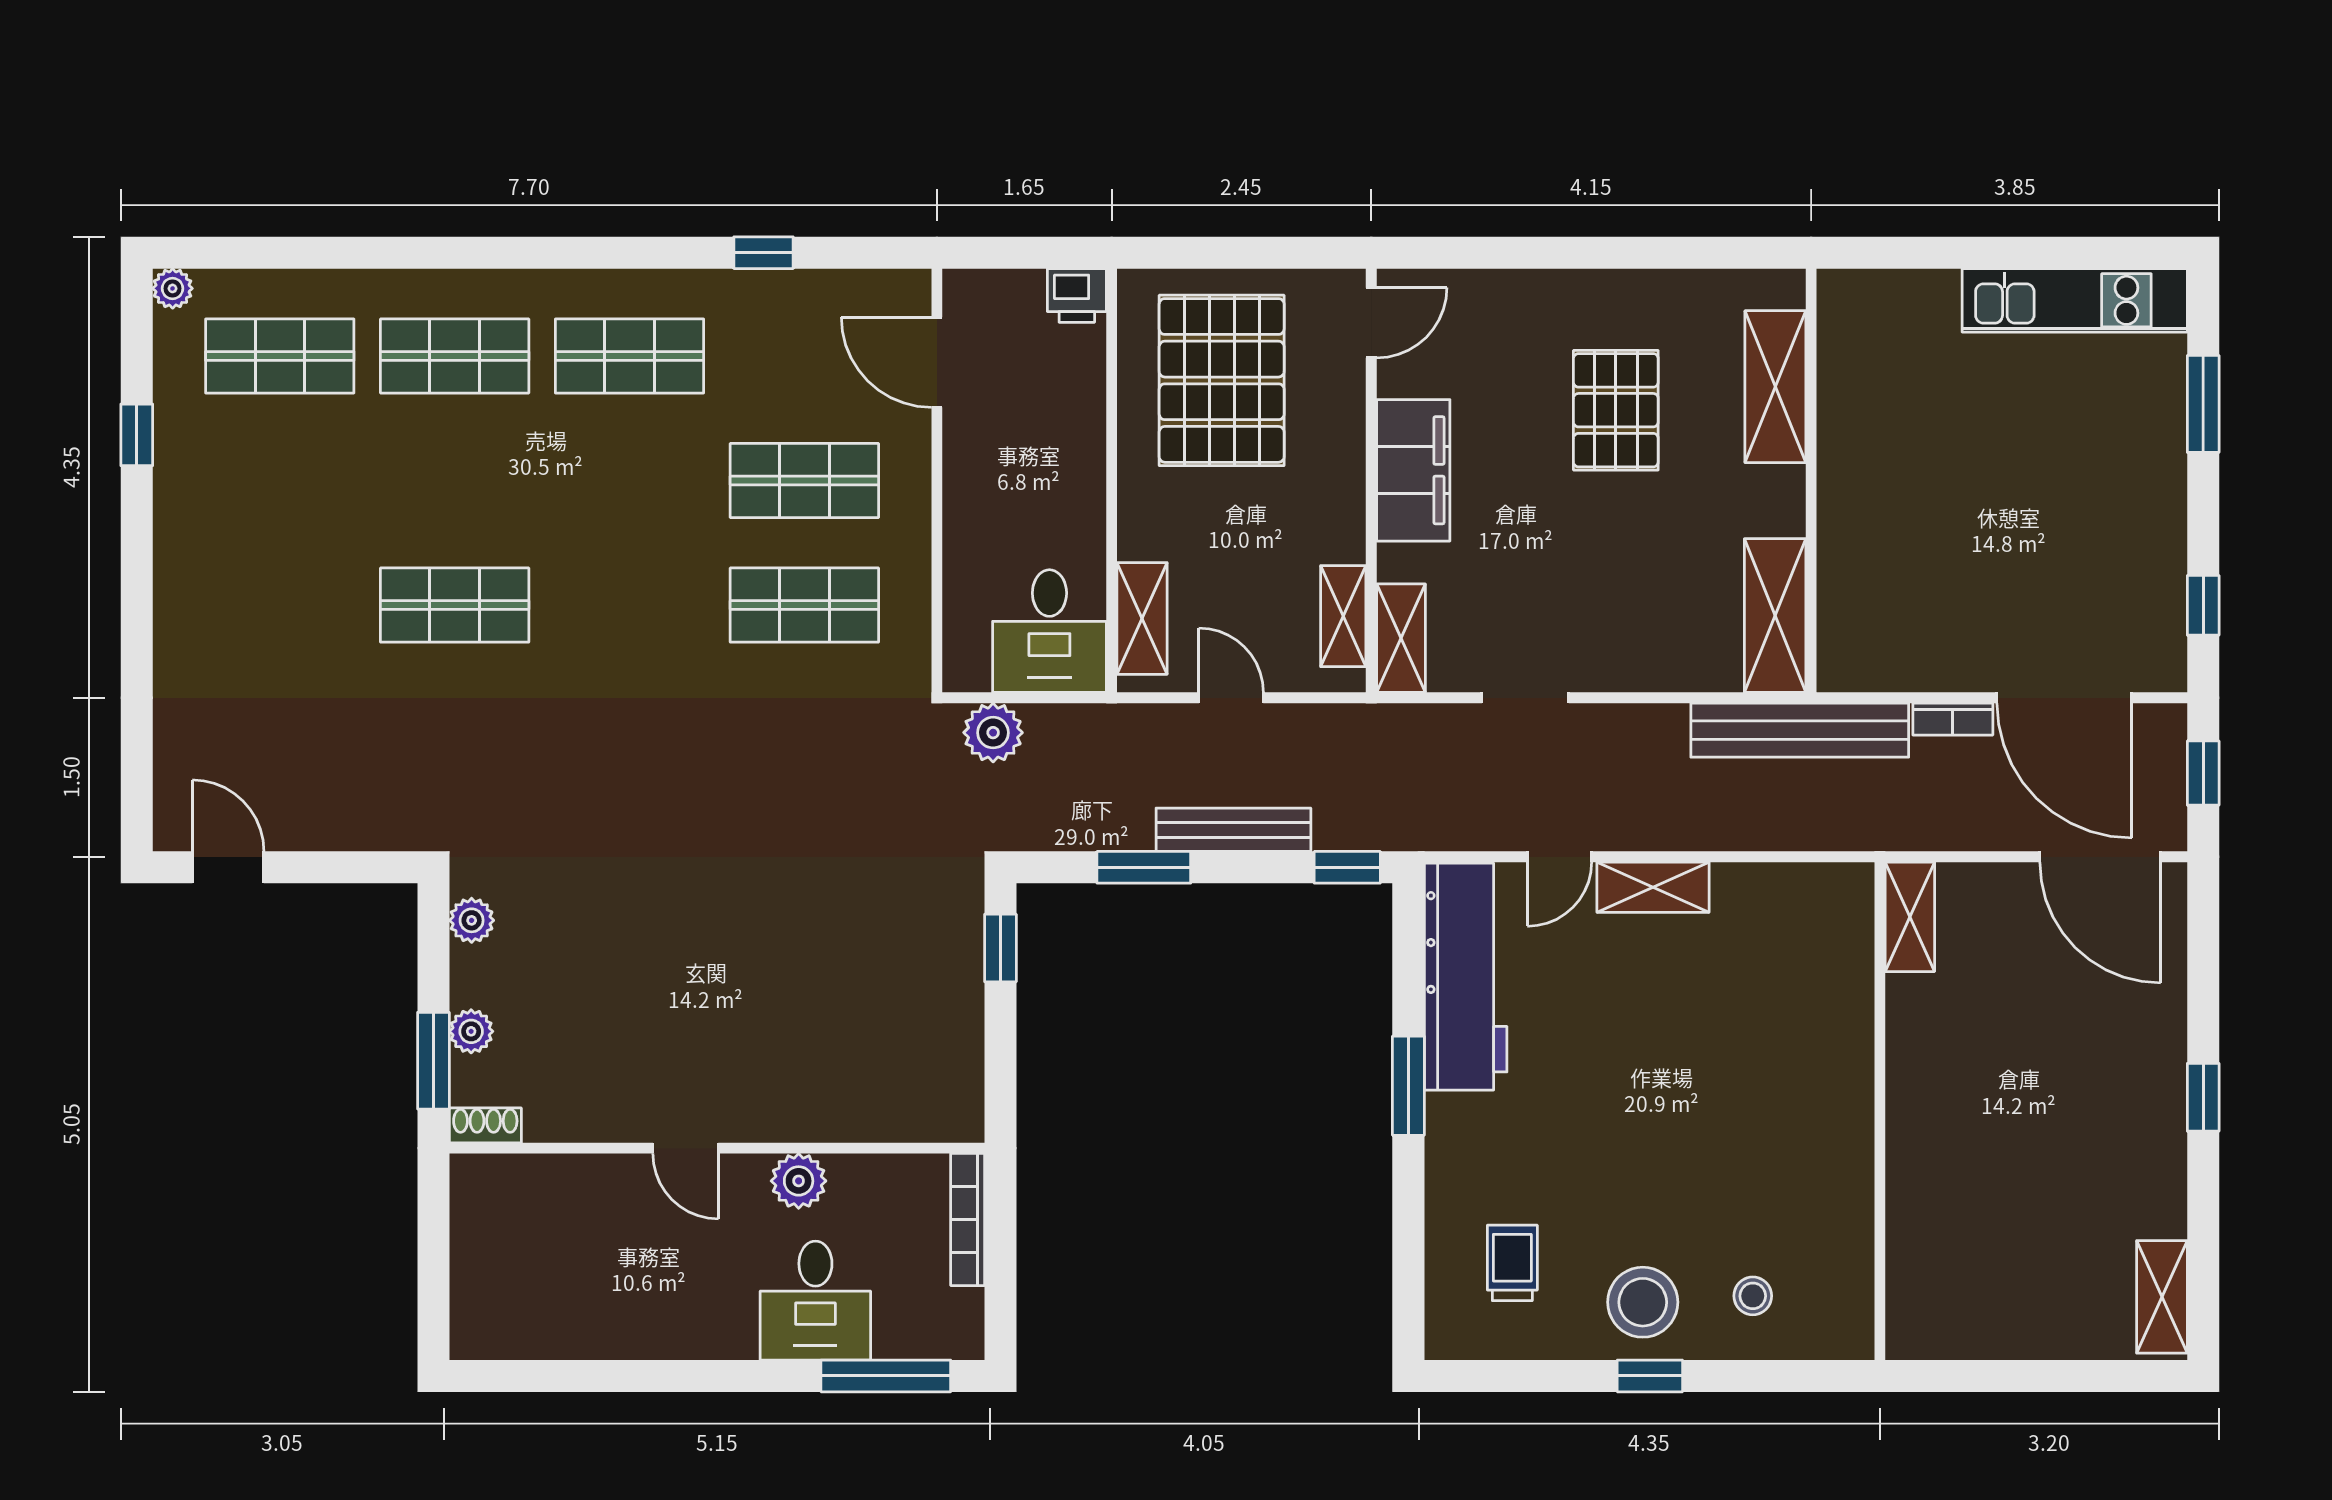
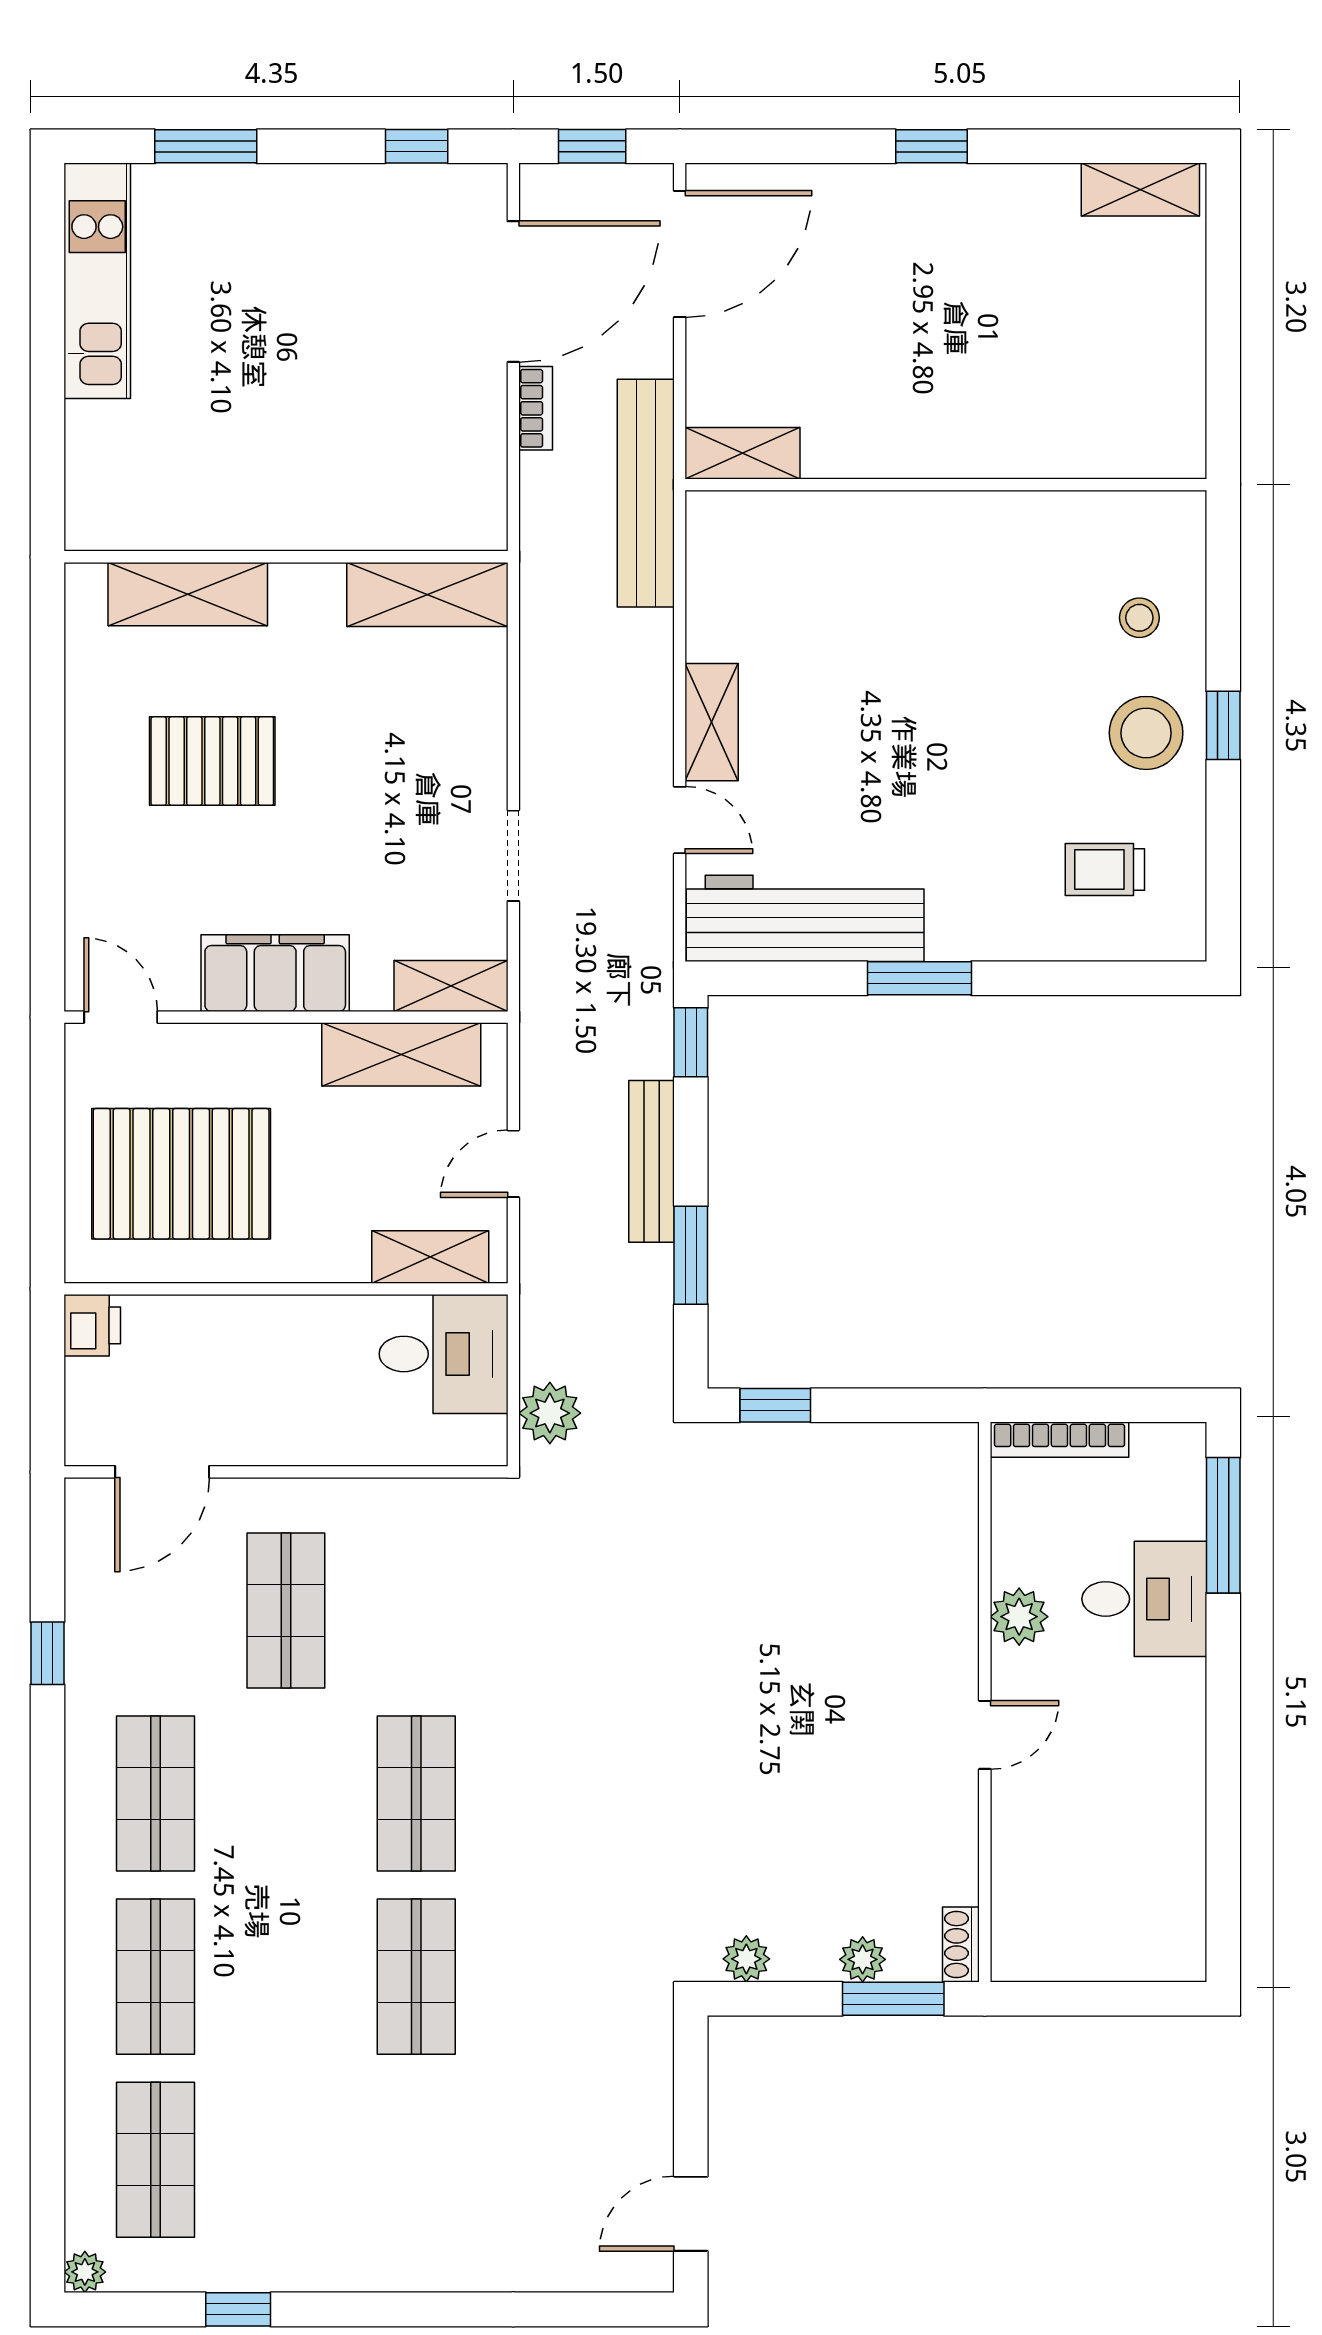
shop shelf: (804, 605) -> (416, 1794), moved
shelving: (1343, 616) -> (401, 1054), width x1.50, depth x1.33
bench: (1800, 730) -> (646, 493), moved

